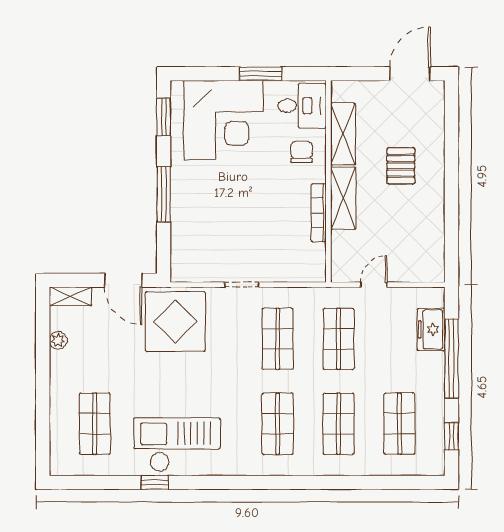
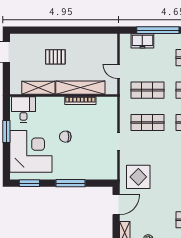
chair: (302, 152) -> (65, 137), moved
shelving: (343, 198) -> (80, 88), width x1.47
display table: (175, 322) -> (138, 177), width x0.73, depth x0.73

